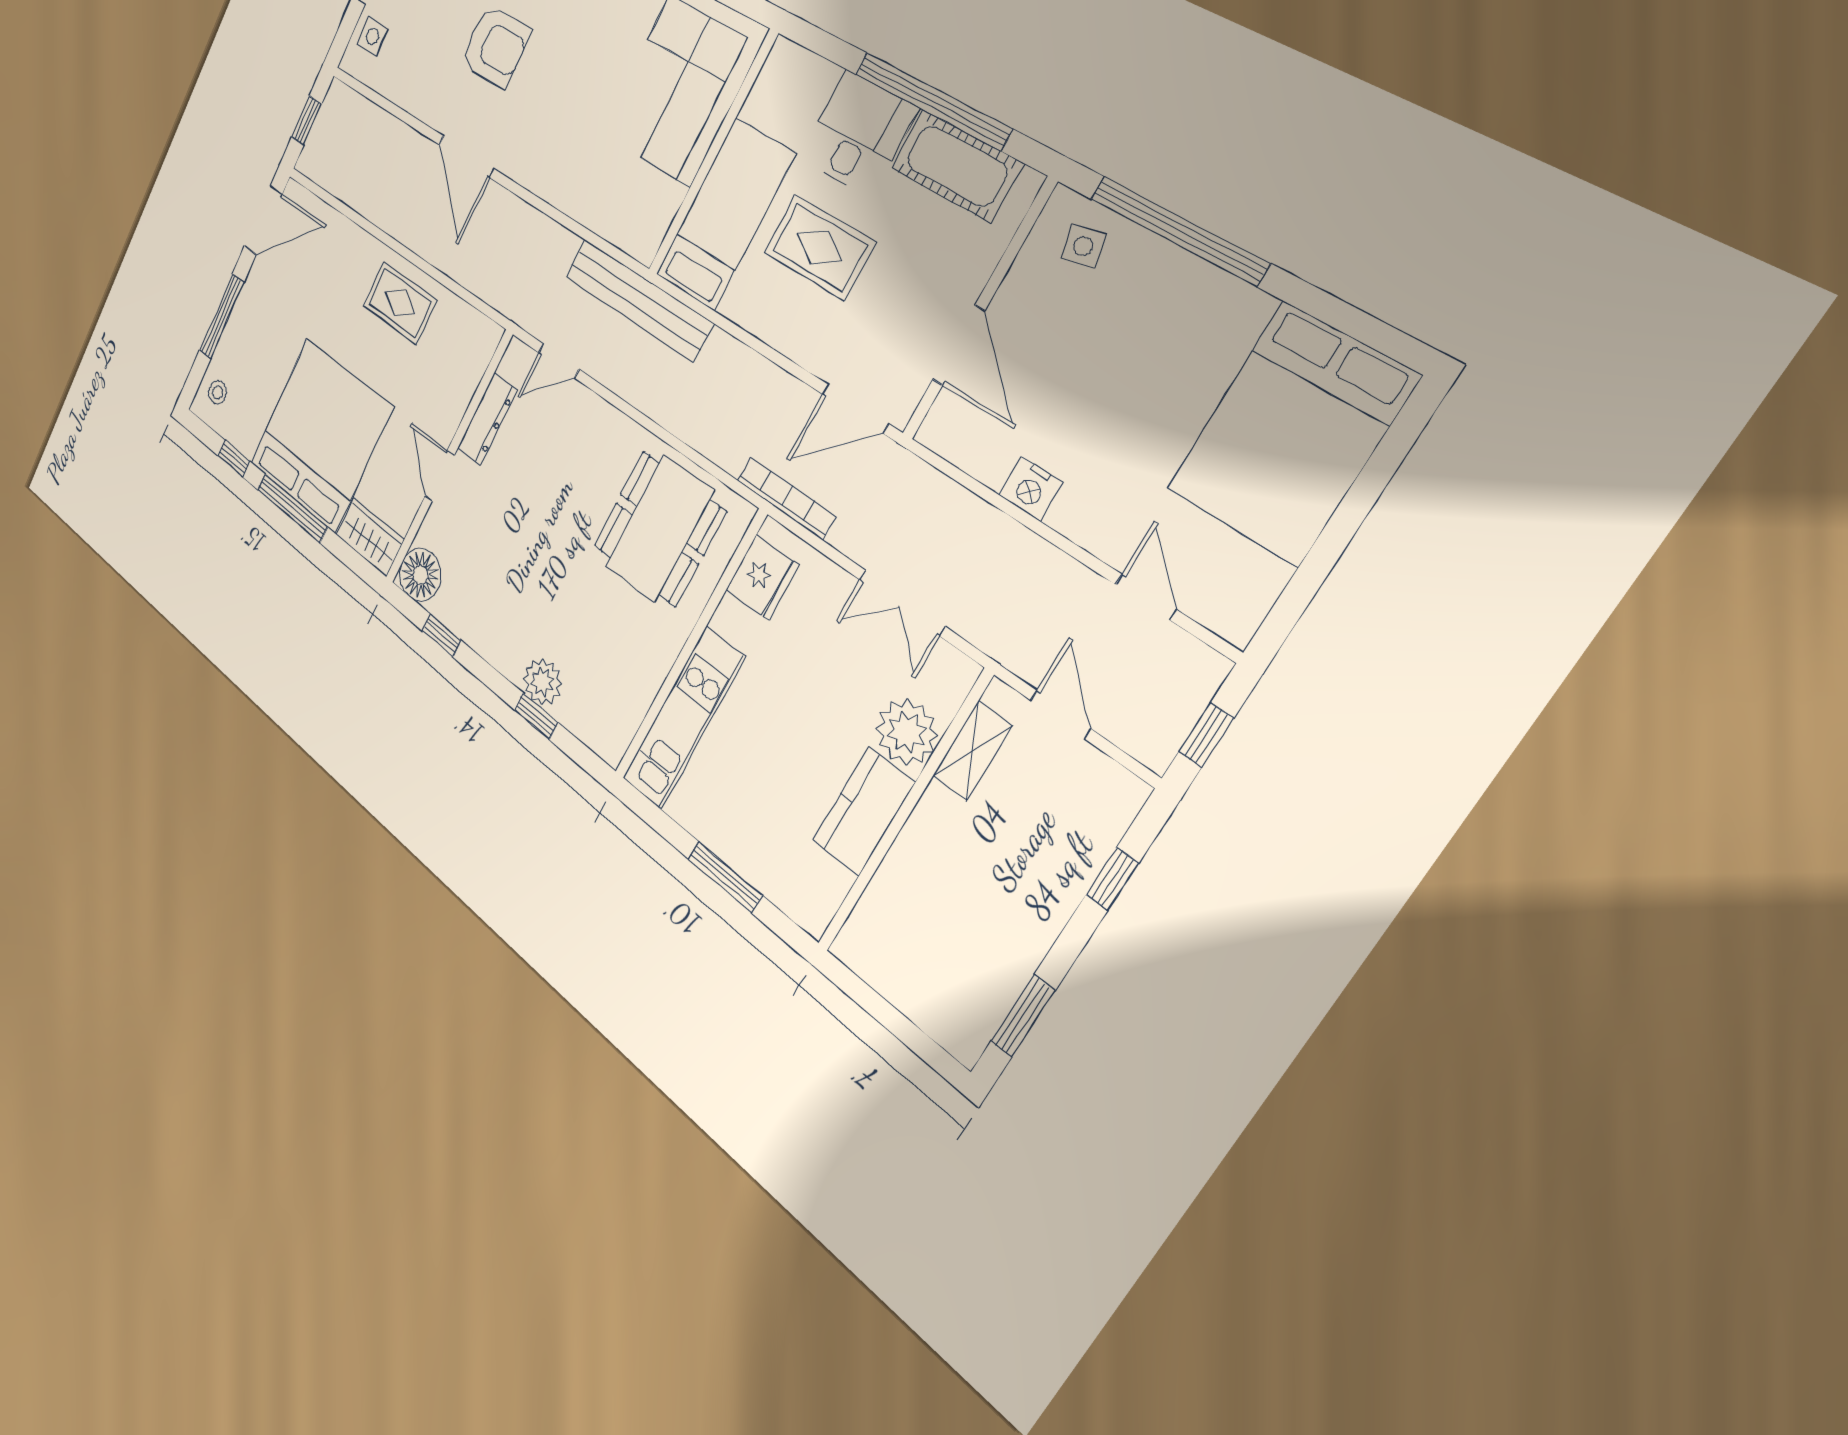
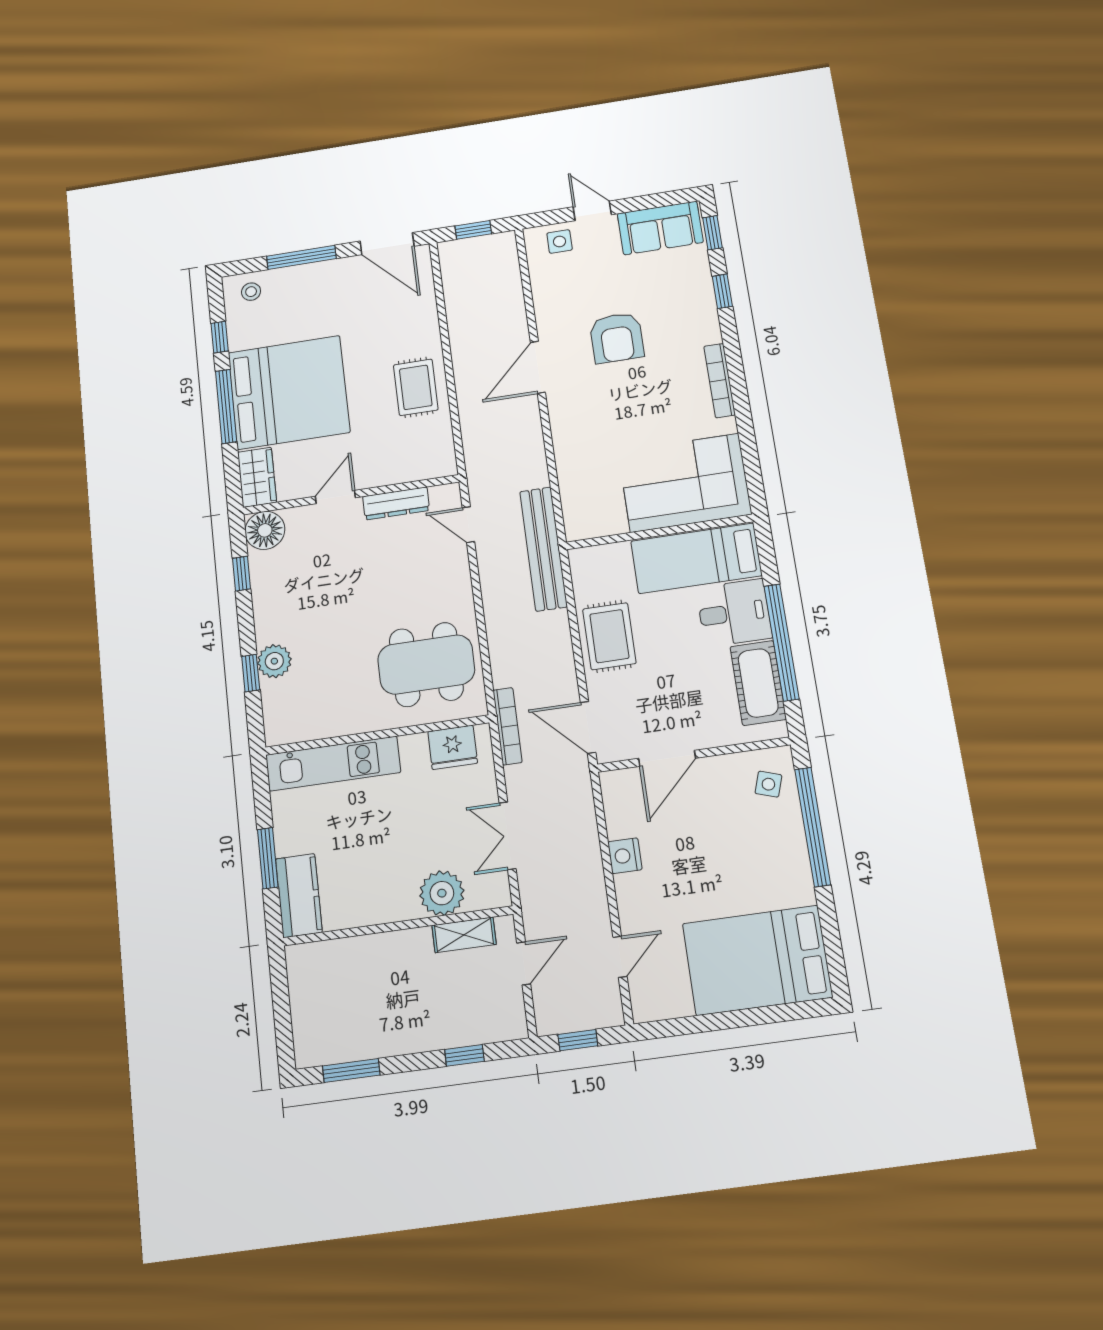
bed: (725, 215) -> (696, 558), moved, turned 180
side table: (1083, 246) -> (768, 784), turned 30
rug: (820, 247) -> (609, 636), moved
kitchen counter: (864, 812) -> (299, 895), moved, turned 90

